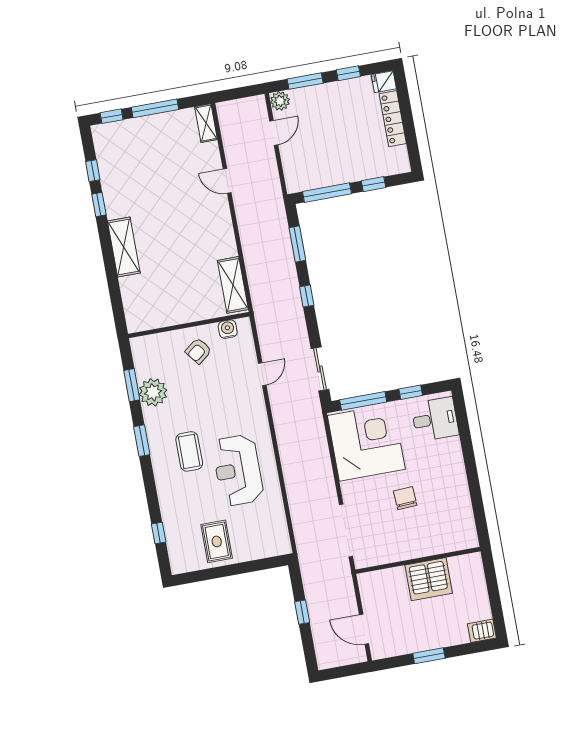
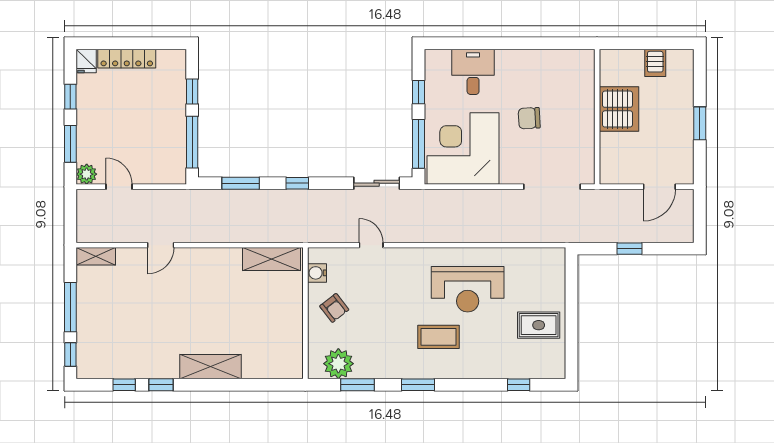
plant: (153, 392) -> (338, 364), moved
desk: (435, 419) -> (473, 72), moved
server rack: (482, 631) -> (655, 63), moved

